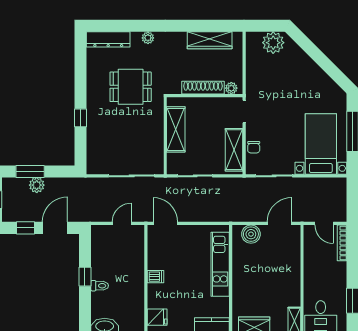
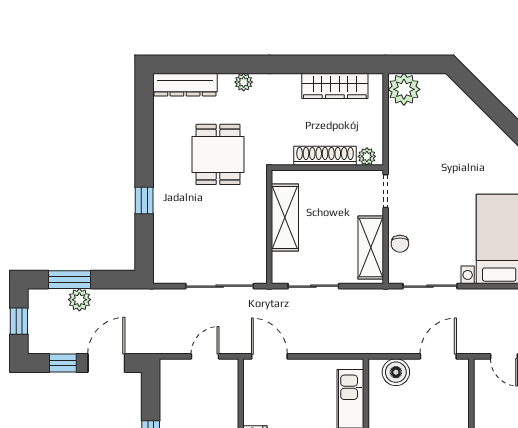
plant: (273, 43) -> (404, 89), moved
dining table: (131, 87) -> (218, 154), turned 90

